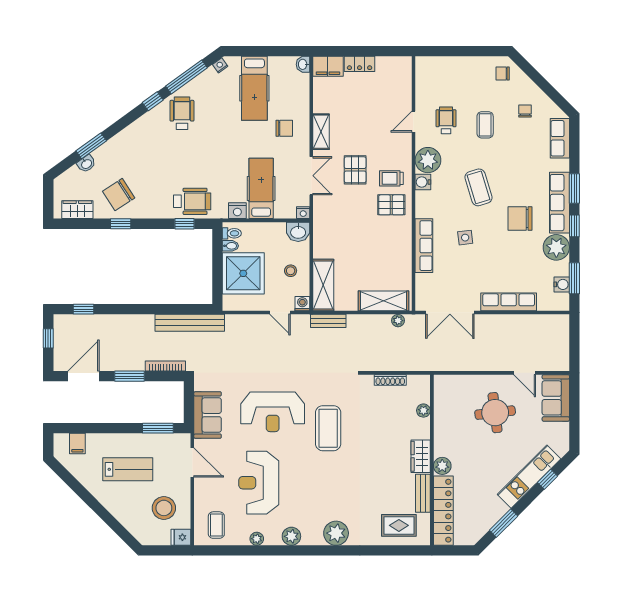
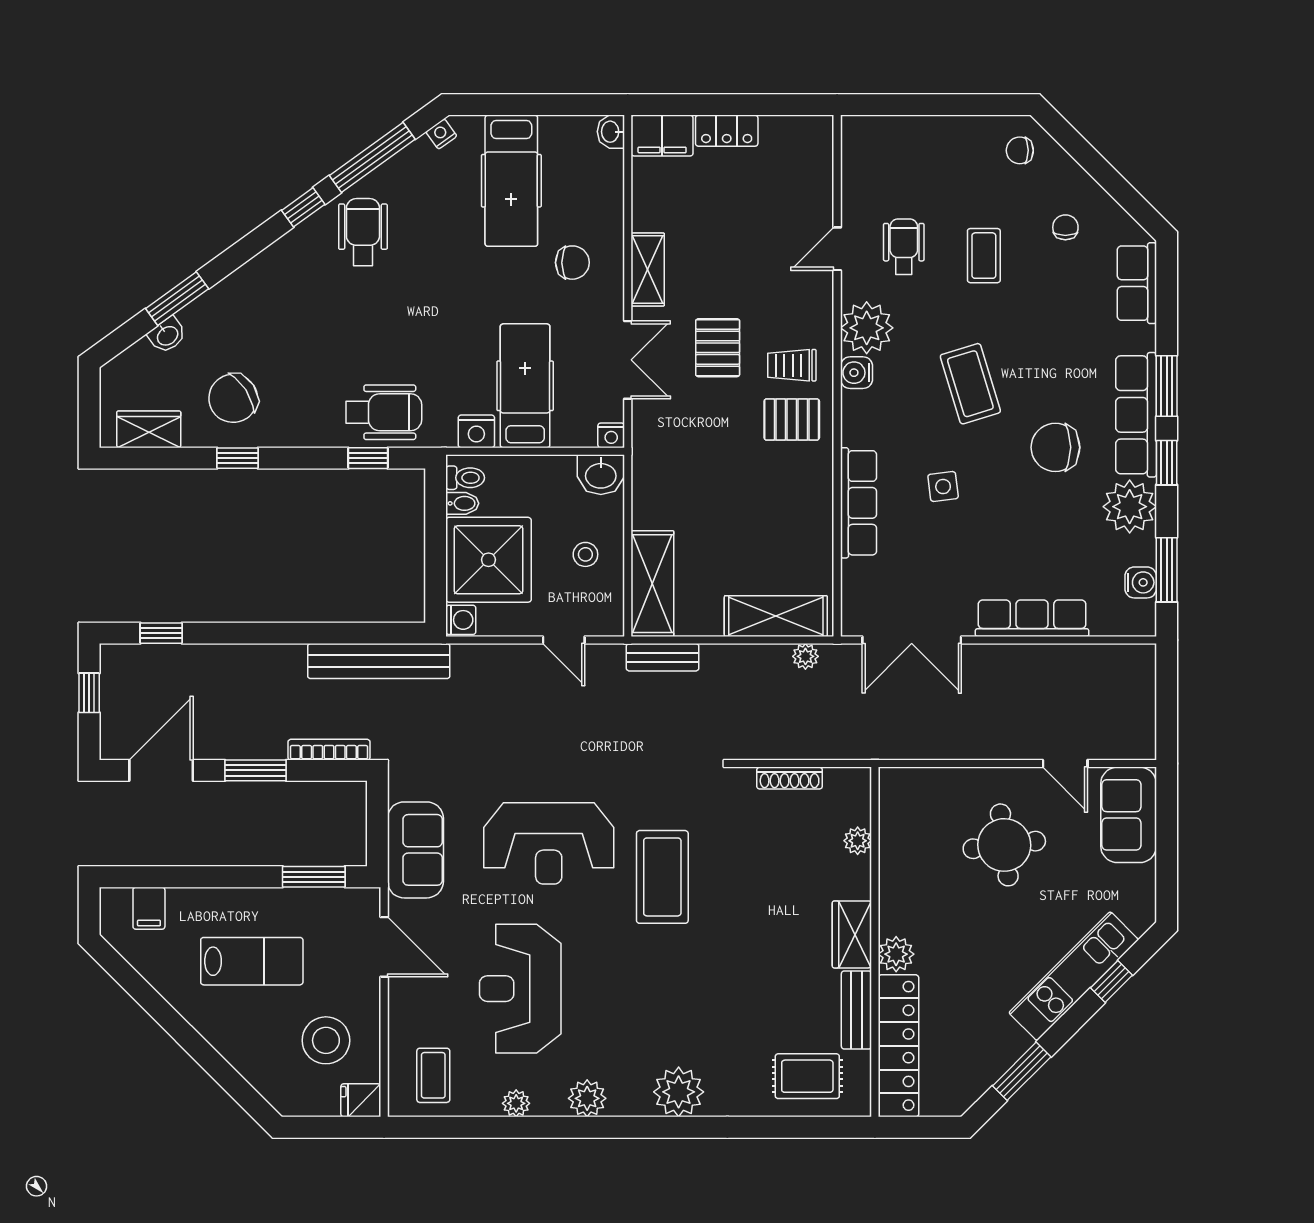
washing machine: (302, 304) -> (461, 620), moved, turned 90

